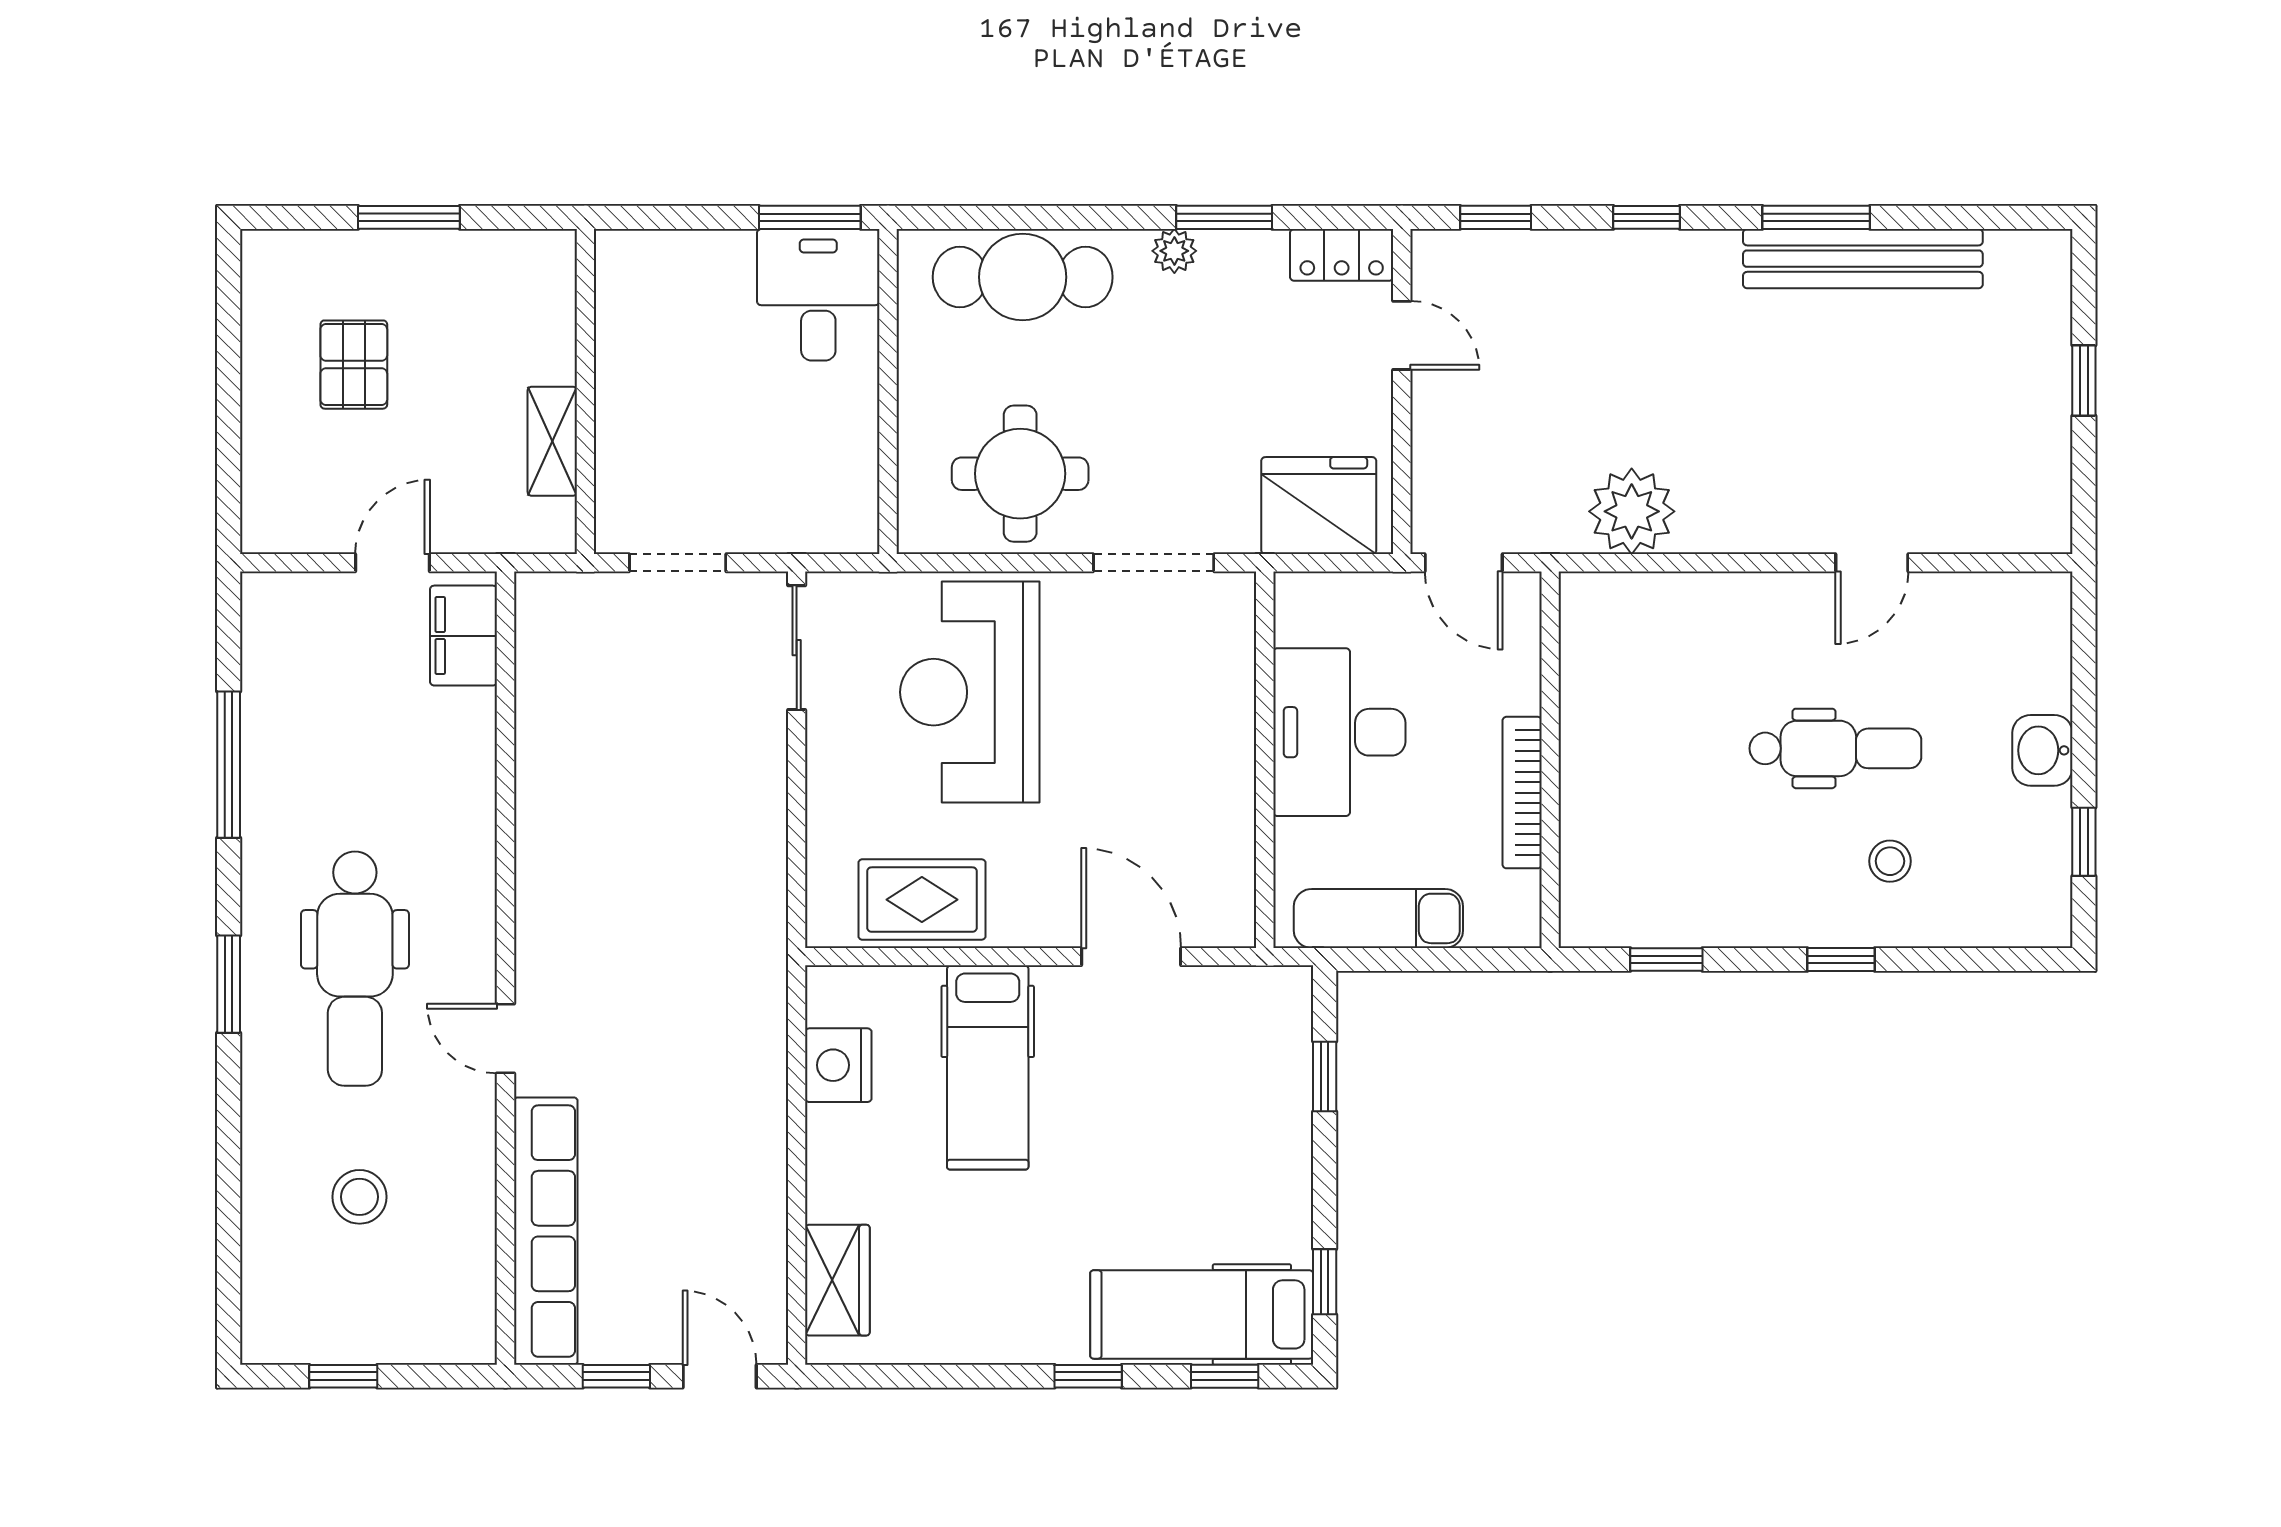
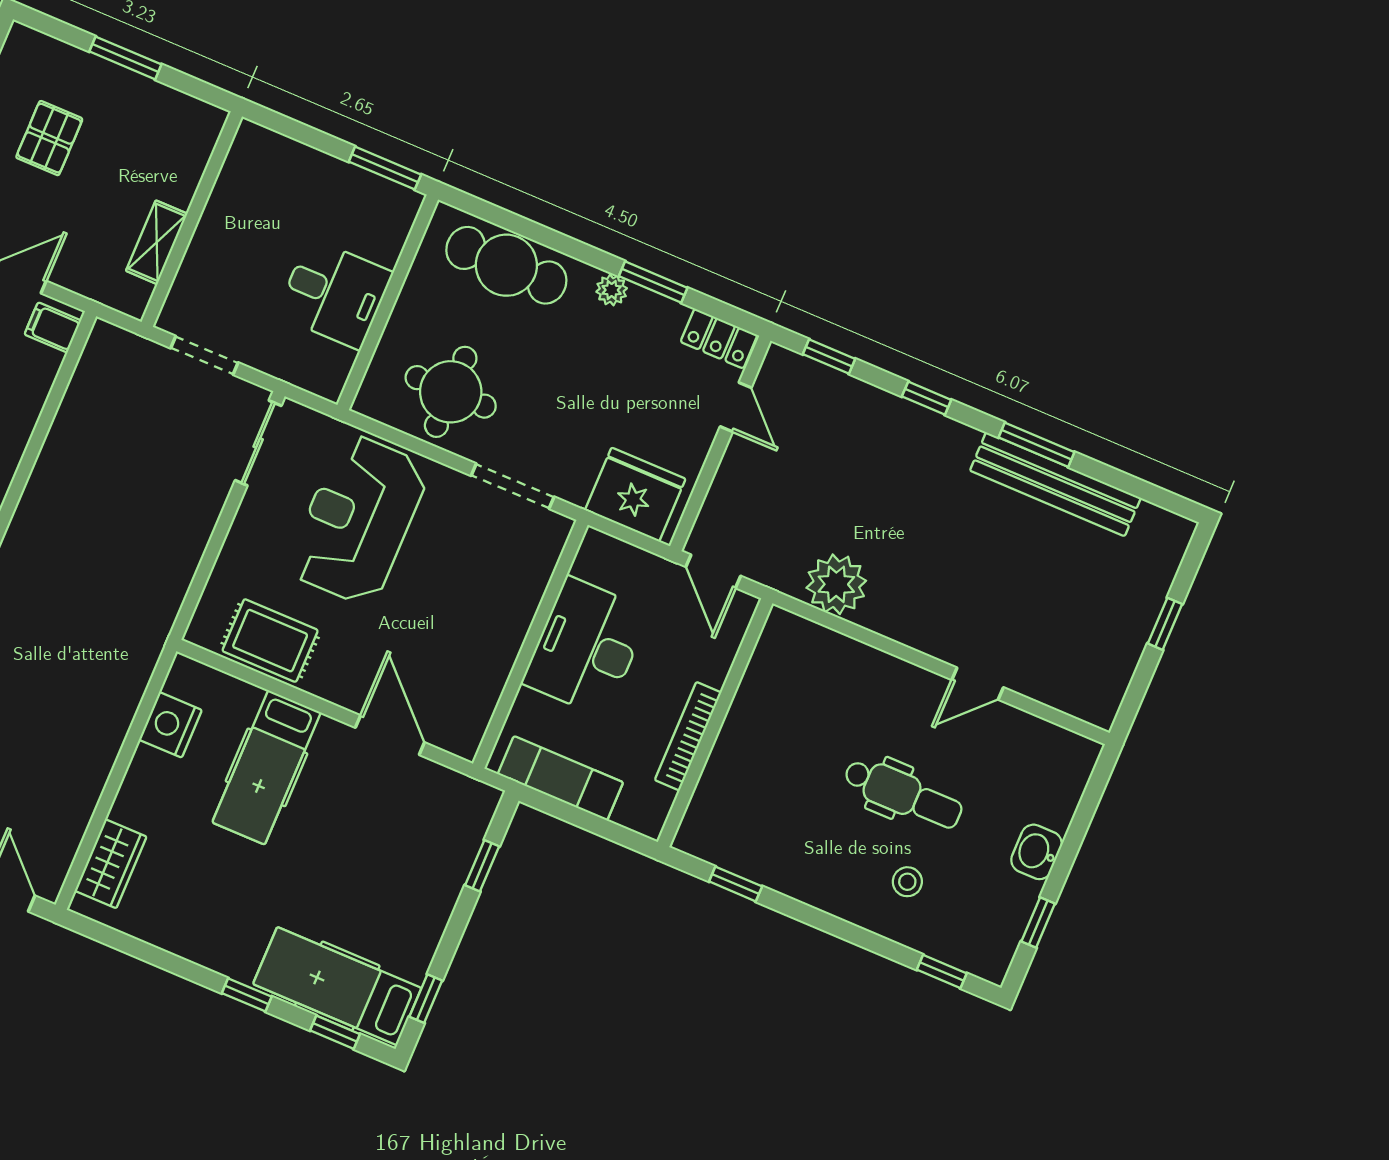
desk: (818, 295) -> (334, 294), moved, turned 90
filing cabinet: (464, 636) -> (53, 327), width x0.50
window: (1841, 959) -> (942, 971), moved

